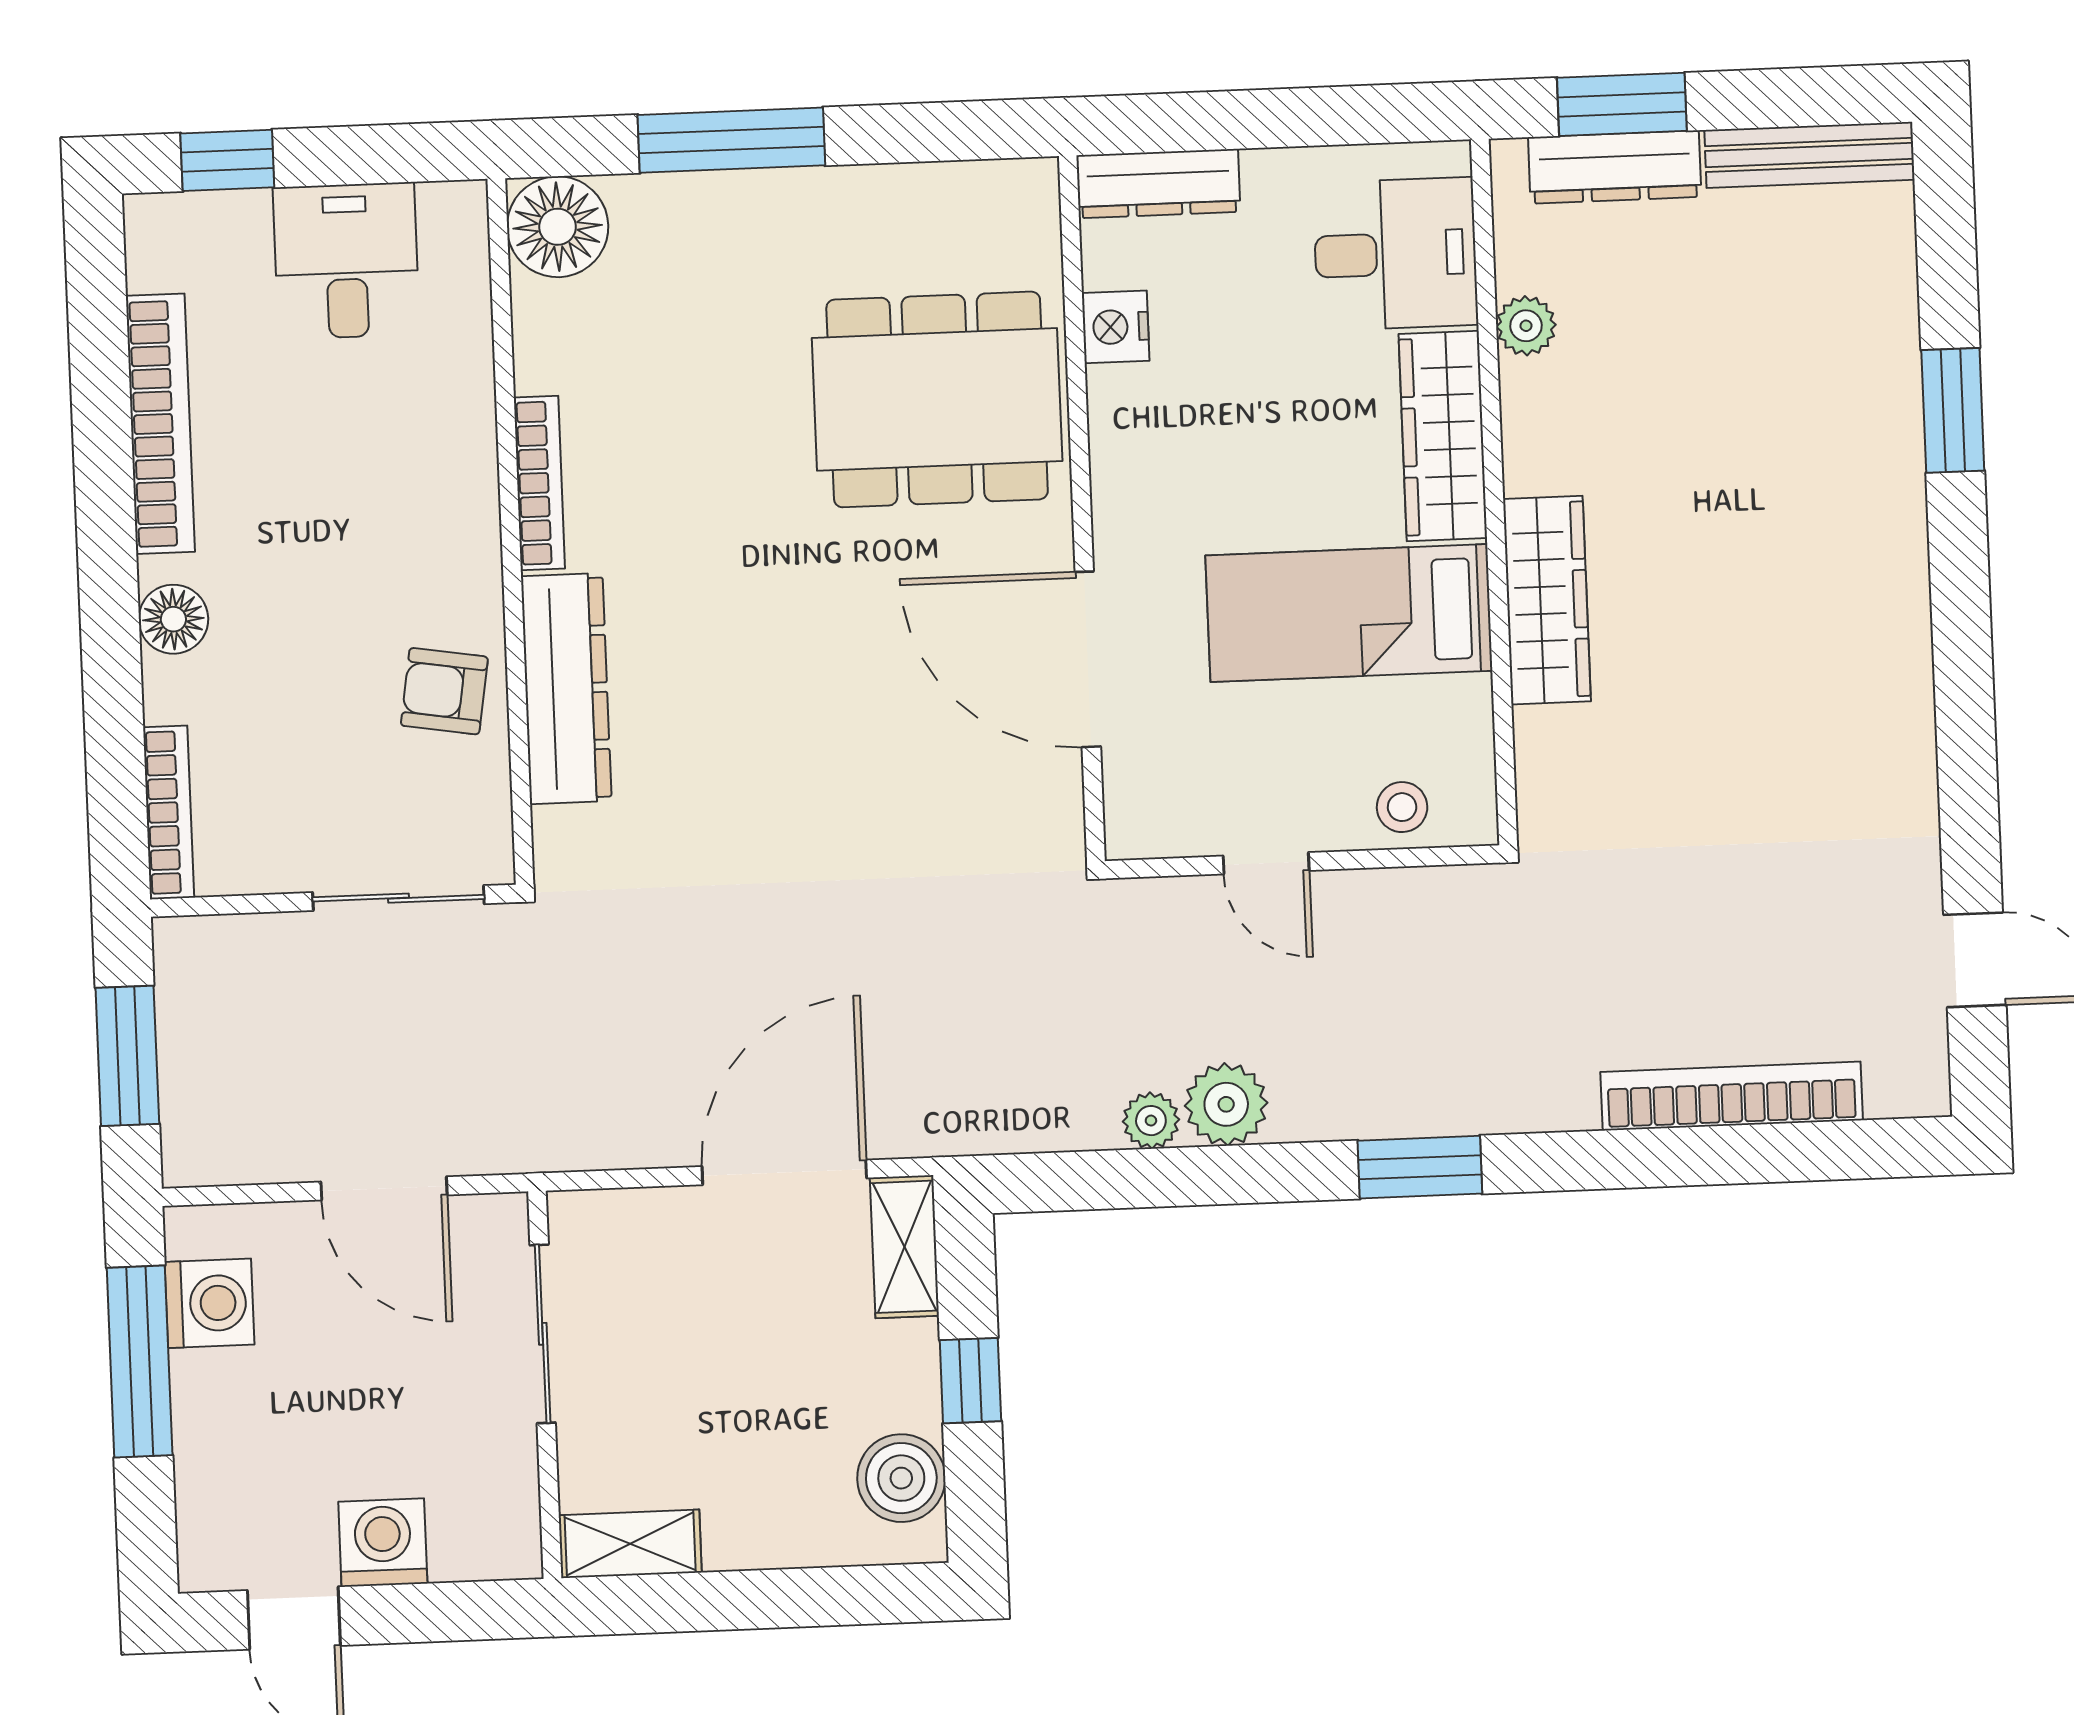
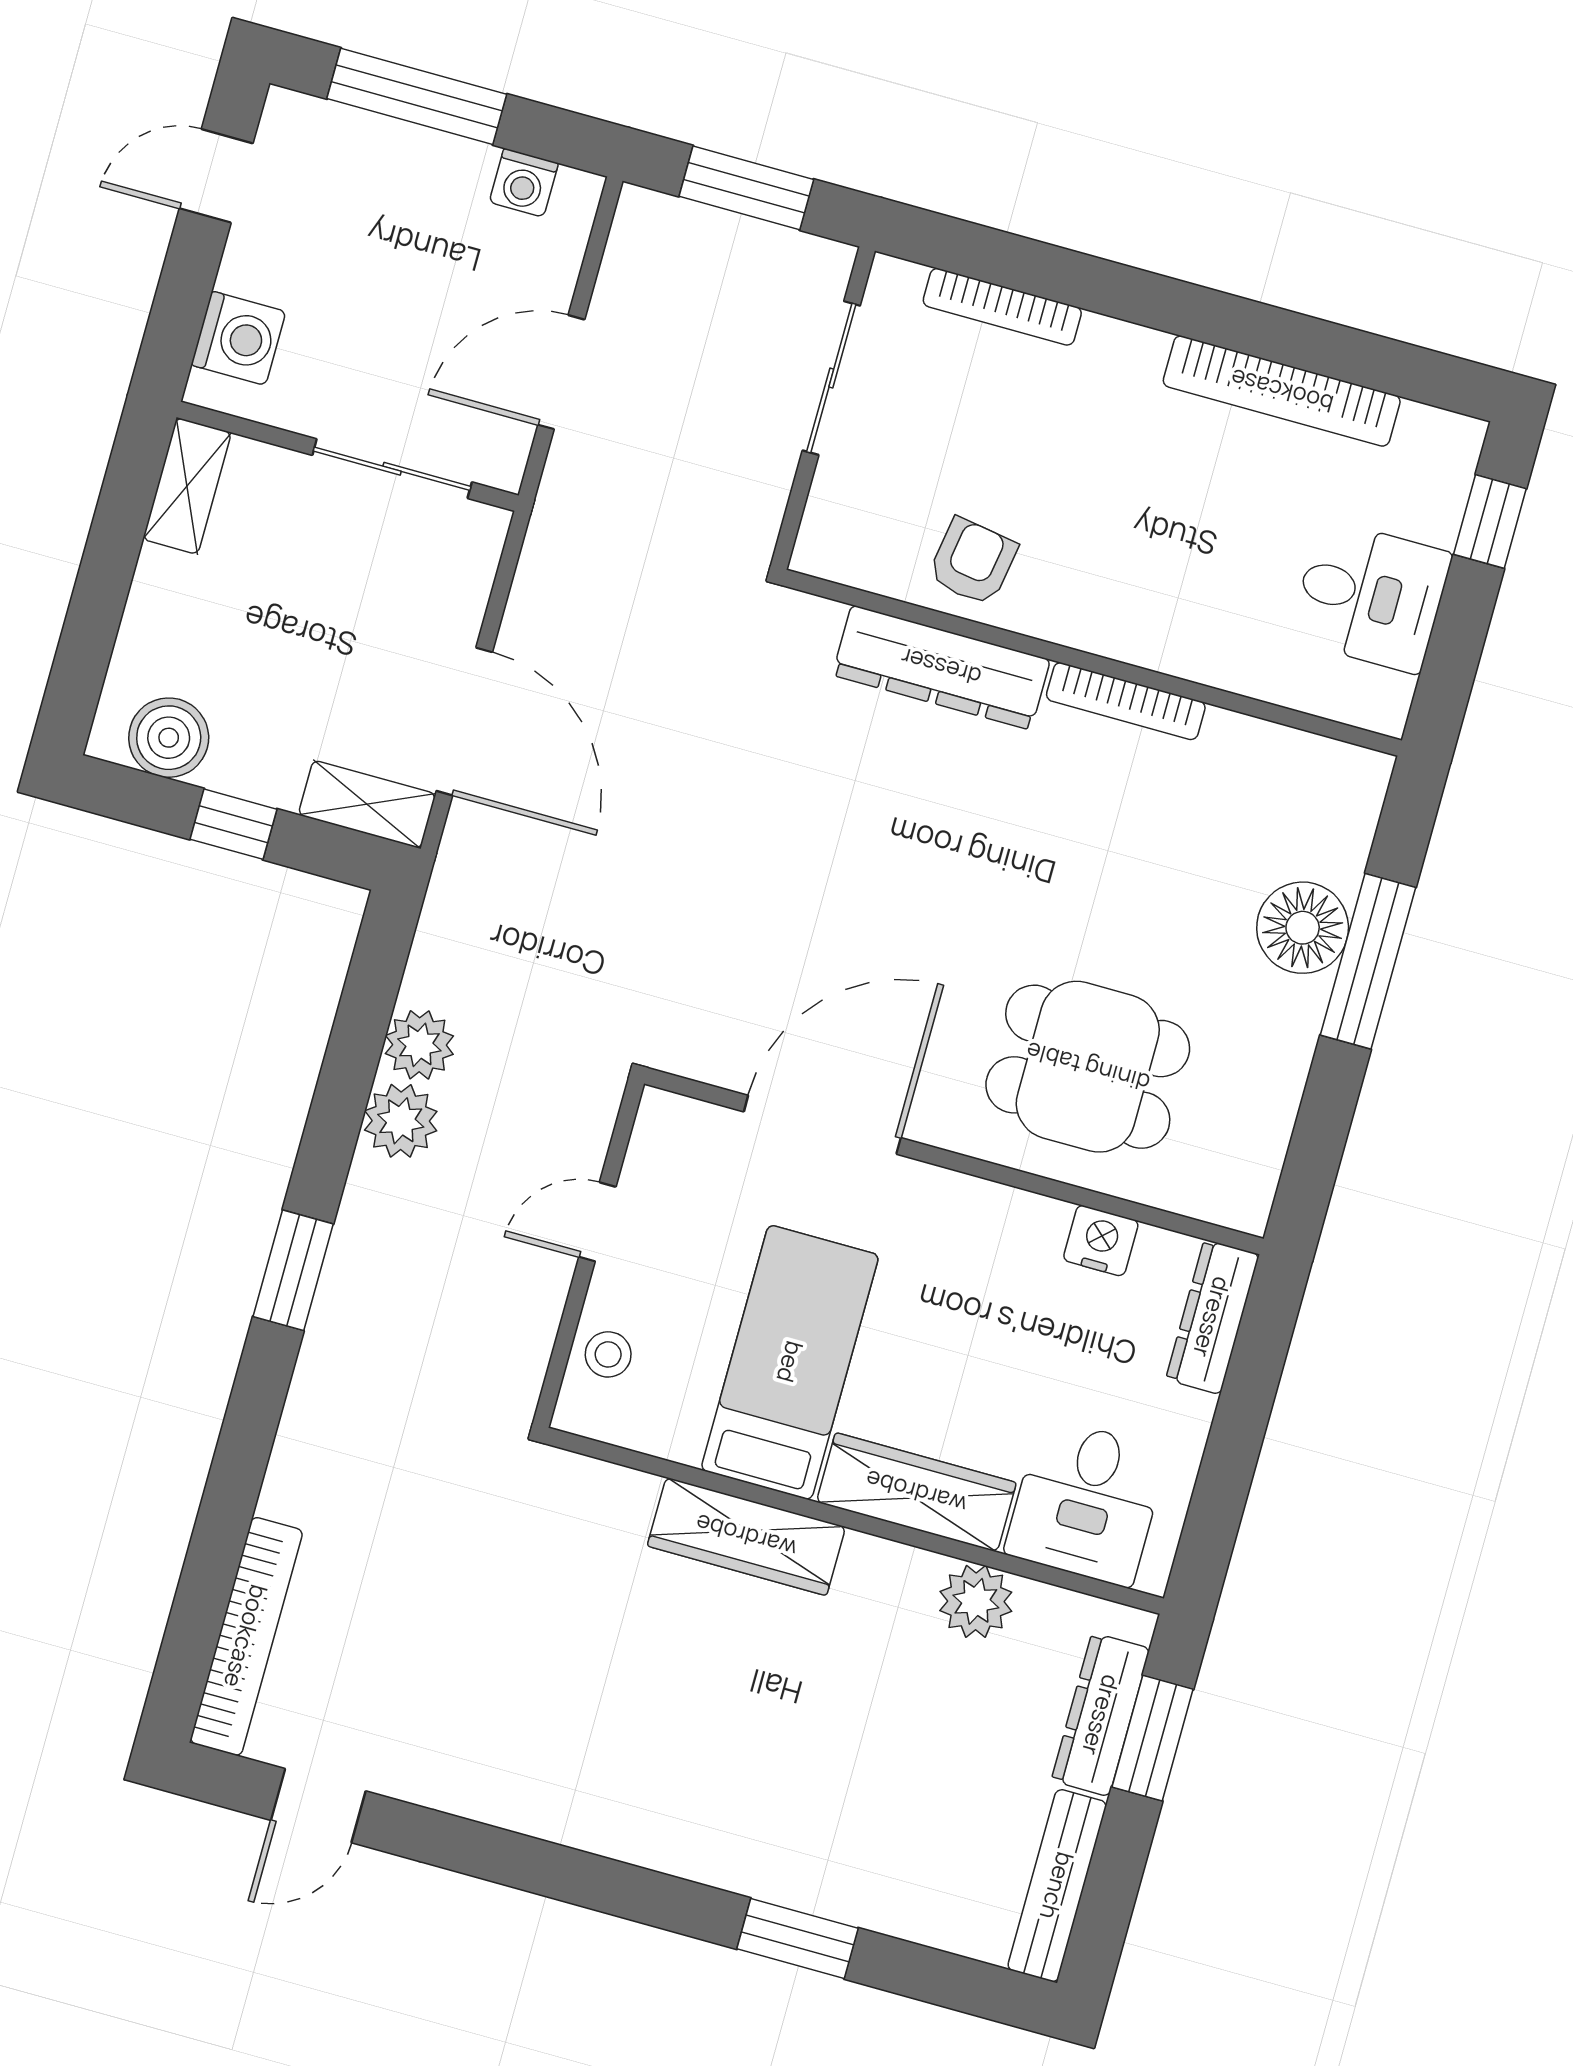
floor lamp: (558, 227) -> (1303, 928), moved
plant: (1526, 326) -> (976, 1601), width x1.38, depth x1.38
dining table: (937, 399) -> (1088, 1067), width x0.73
floor lamp: (173, 619) -> (1110, 348), removed
bookcase: (169, 812) -> (1002, 307), moved
sliding door: (398, 898) -> (831, 378), moved
bookcase: (1732, 1096) -> (246, 1636), moved
plant: (1151, 1121) -> (419, 1045), width x1.38, depth x1.38
washing machine: (209, 1303) -> (524, 183), width x0.73, depth x0.73
window: (140, 1361) -> (417, 96), moved
washing machine: (383, 1543) -> (238, 338), moved

